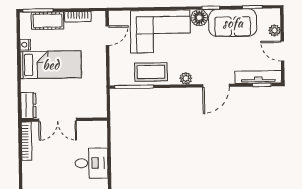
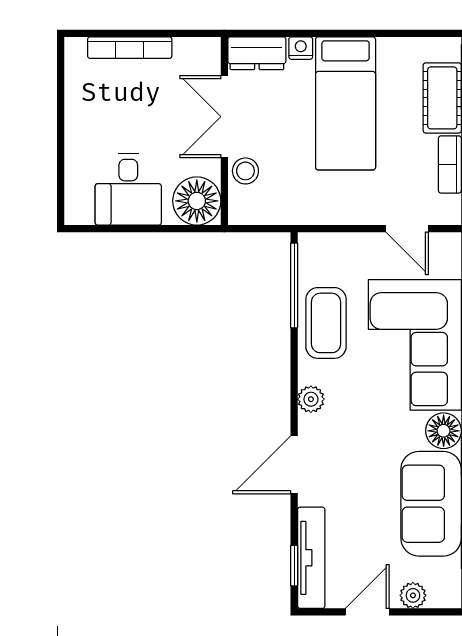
nightstand: (25, 45) -> (301, 48), moved
door: (216, 86) -> (294, 465), hinge flipped
stool: (82, 110) -> (245, 171), added
floor lamp: (96, 132) -> (197, 201), added
bookcase: (26, 141) -> (130, 48), moved

